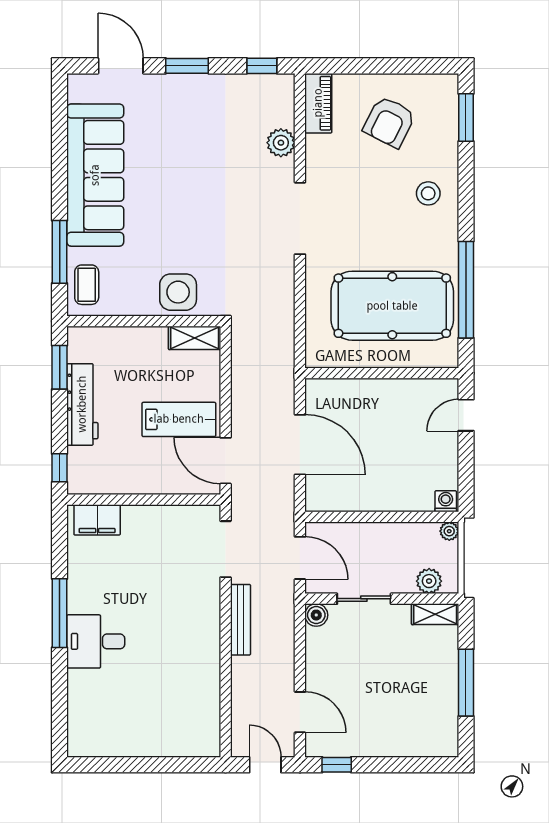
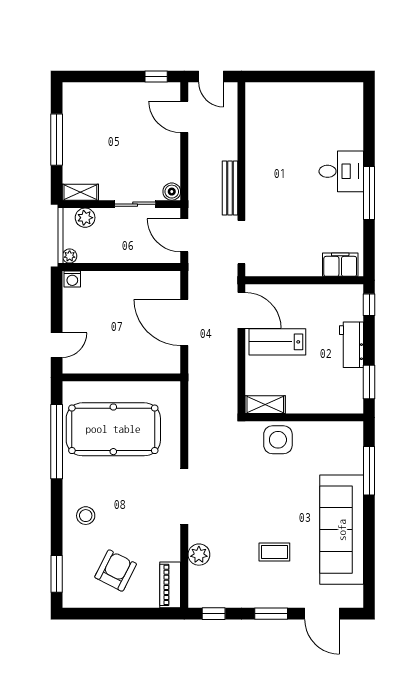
coffee table: (87, 285) -> (274, 552), moved, turned 90
workbench: (82, 404) -> (351, 345), width x0.73

